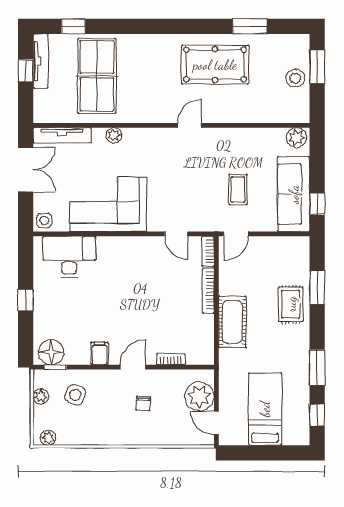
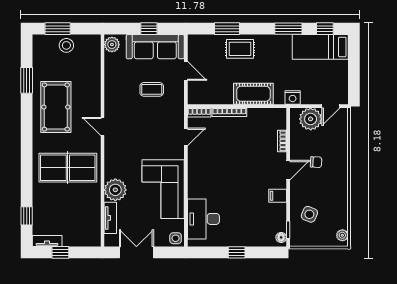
tv unit: (40, 61) -> (47, 241), width x0.71
table tennis table: (97, 76) -> (68, 168), moved
tv unit: (62, 135) -> (110, 218), width x0.71
plant: (114, 135) -> (115, 190), width x1.88, depth x1.88
window: (317, 204) -> (149, 29), moved
door: (236, 234) -> (186, 71), moved
floor lamp: (51, 352) -> (281, 237), width x0.53, depth x0.53
door: (133, 367) -> (288, 170), swing flipped
nightstand: (228, 373) -> (293, 97), added
plant: (41, 396) -> (310, 241), removed
bed: (265, 409) -> (320, 47), moved

